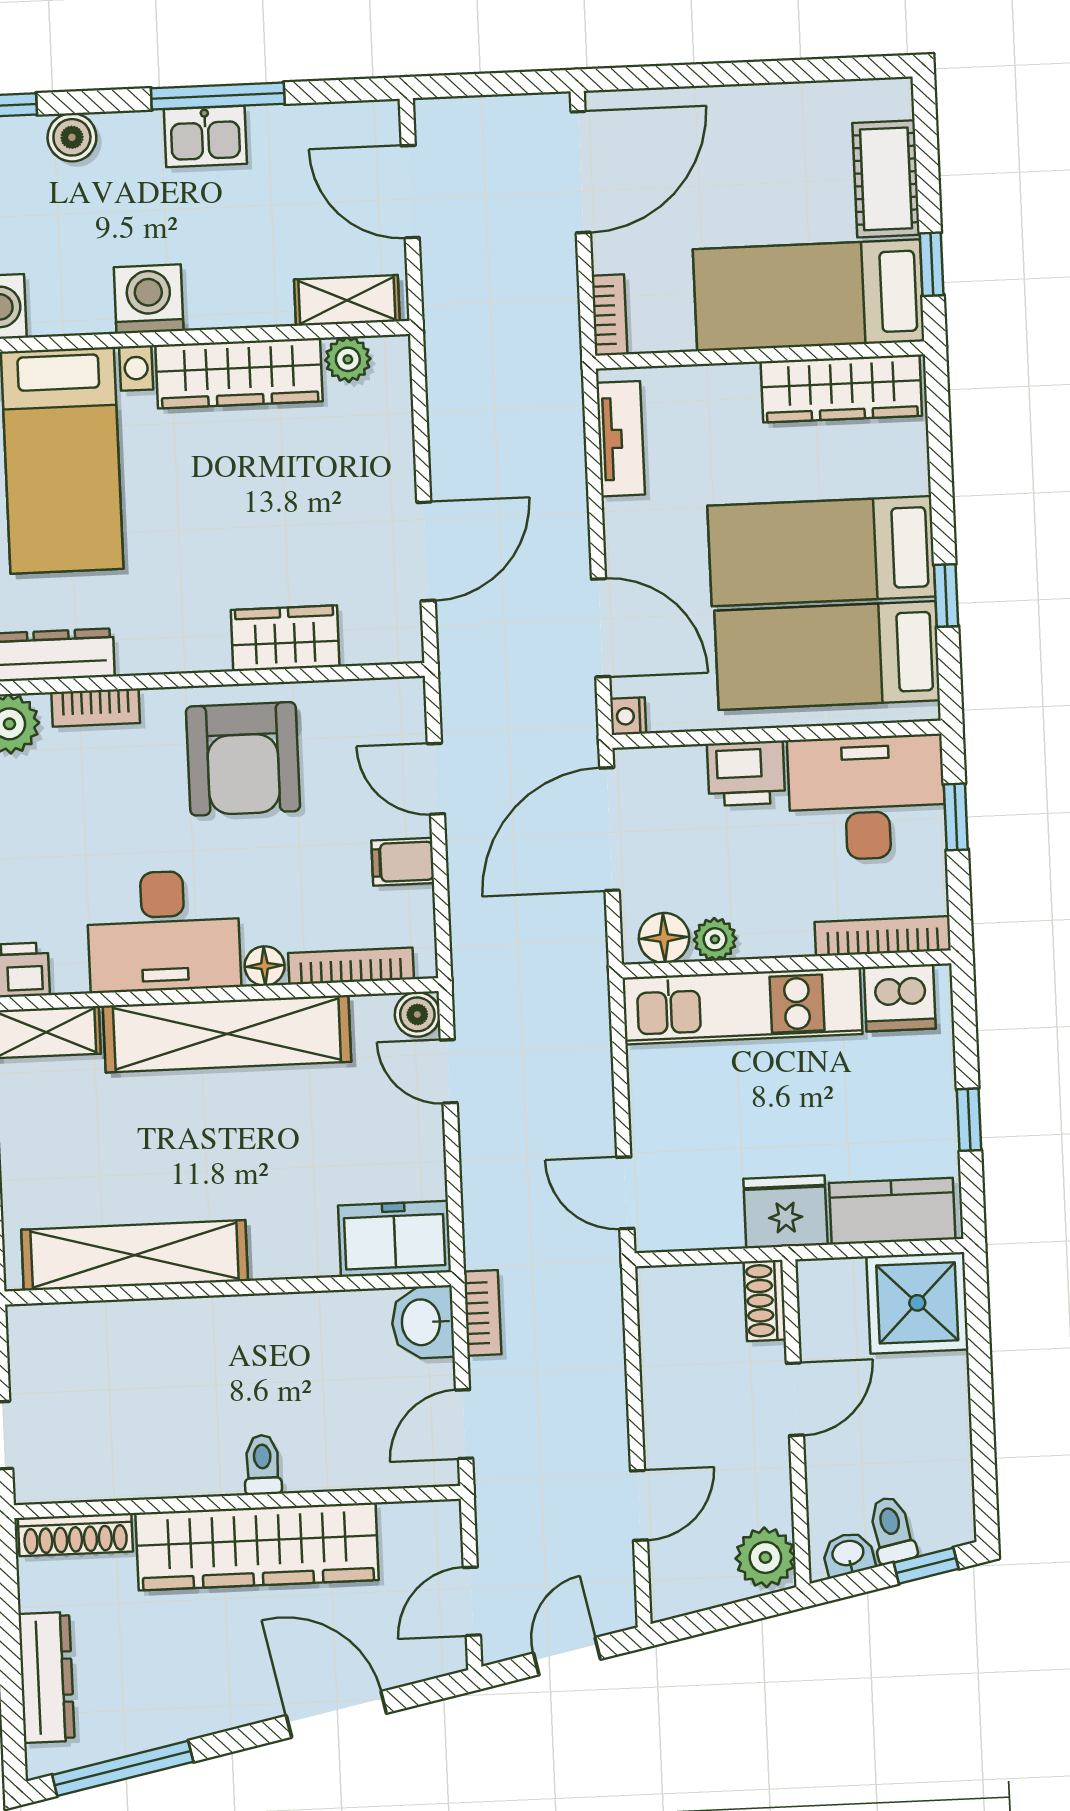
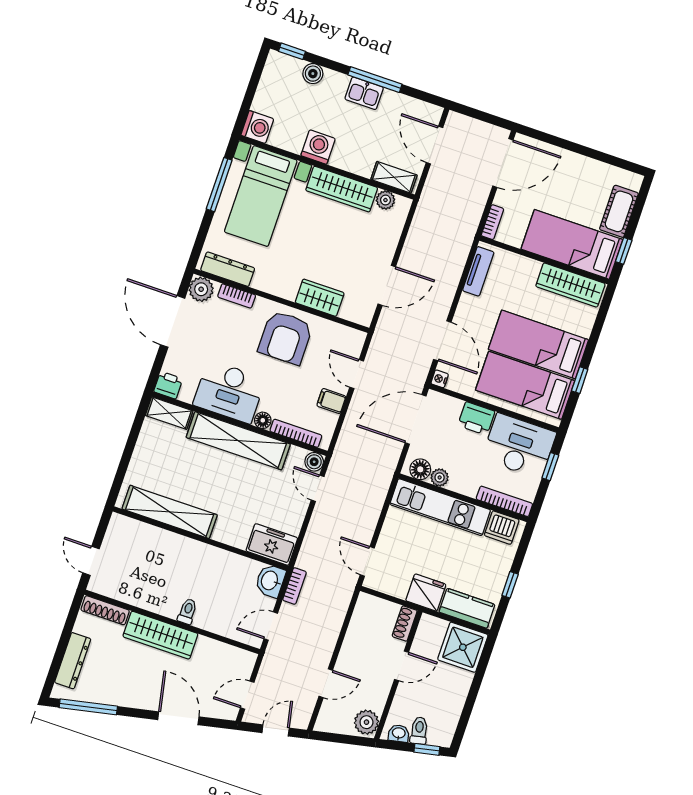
wardrobe: (257, 1546) -> (160, 635), width x0.71, depth x0.85

